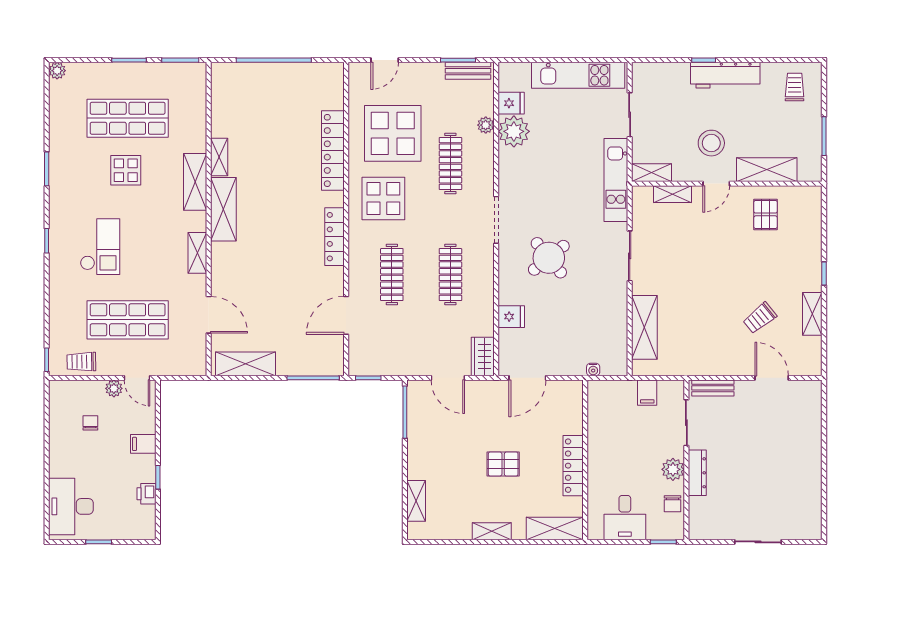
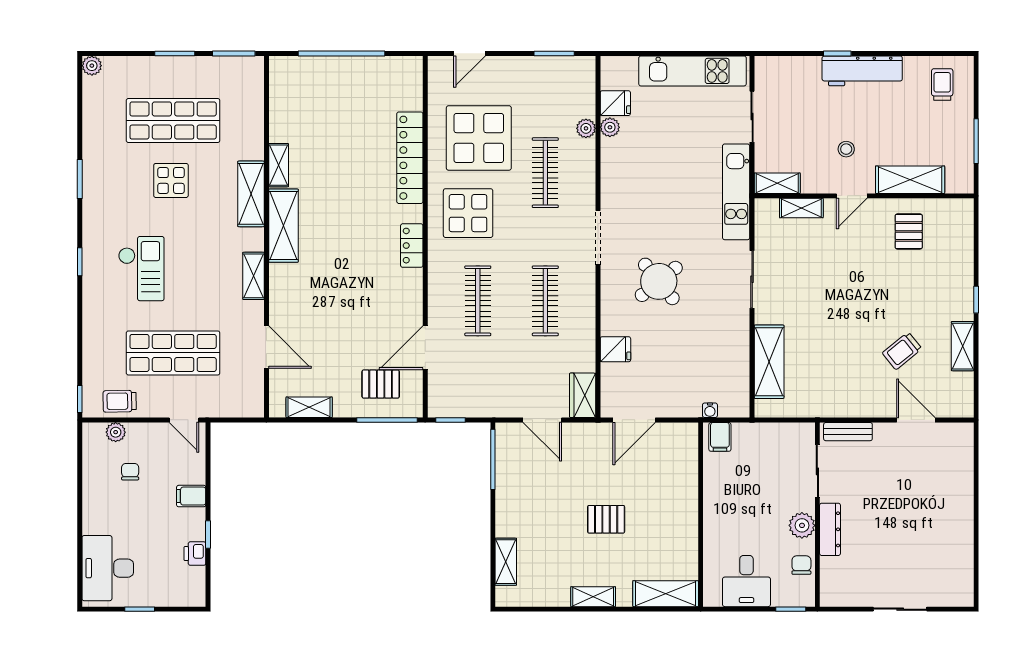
bench: (468, 71) -> (566, 66), removed
plant: (514, 131) -> (610, 127), width x0.53, depth x0.53
stool: (711, 143) -> (846, 149), width x0.53, depth x0.53
locker: (335, 237) -> (412, 246), width x0.66
pallet: (308, 347) -> (381, 384), added
shelving: (246, 364) -> (309, 407), width x0.67, depth x0.75
plant: (114, 388) -> (116, 432), moved
filing cabinet: (647, 393) -> (720, 437), moved
locker: (573, 466) -> (687, 521), removed
chair: (672, 504) -> (801, 565), turned 180

